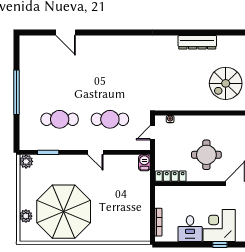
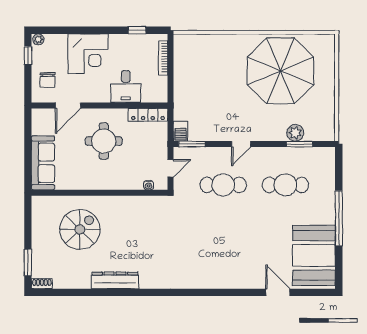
booth: (36, 62) -> (314, 255), added
door: (95, 152) -> (241, 144), swing flipped
window: (135, 152) -> (192, 144), added
plant: (26, 161) -> (295, 133), moved
plant: (26, 216) -> (327, 65), removed
desk: (190, 229) -> (126, 86), moved, turned 180
window: (220, 244) -> (137, 30), moved

